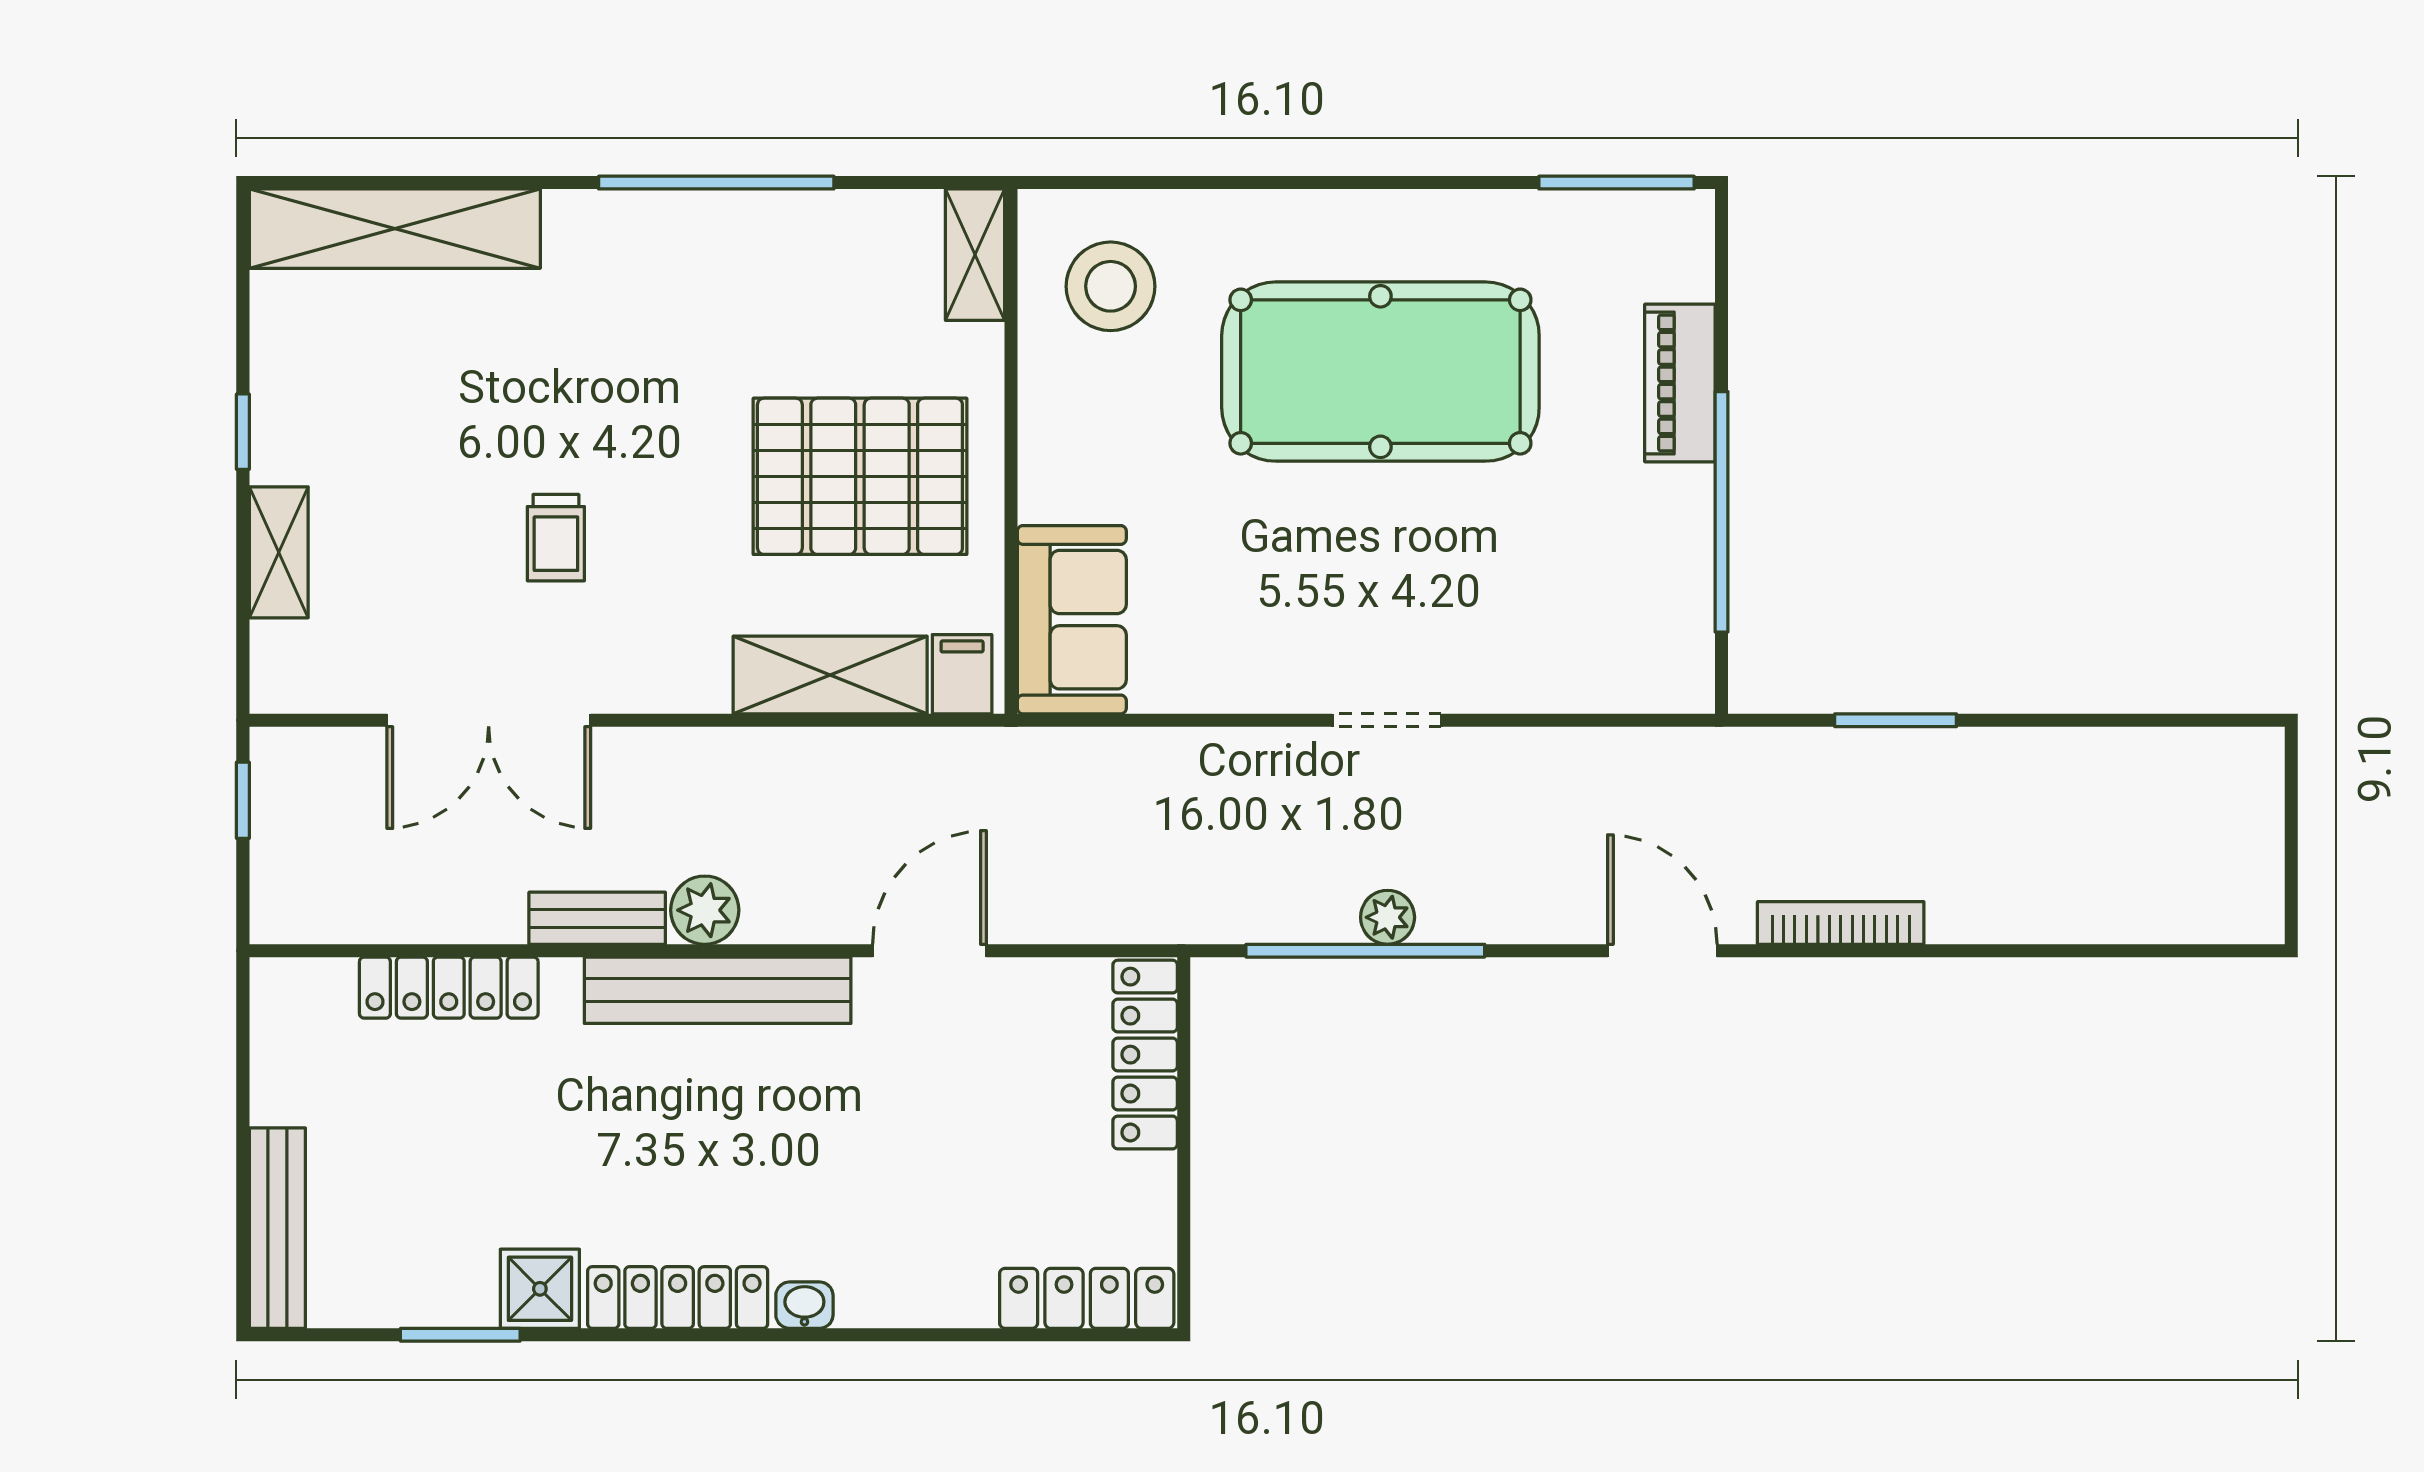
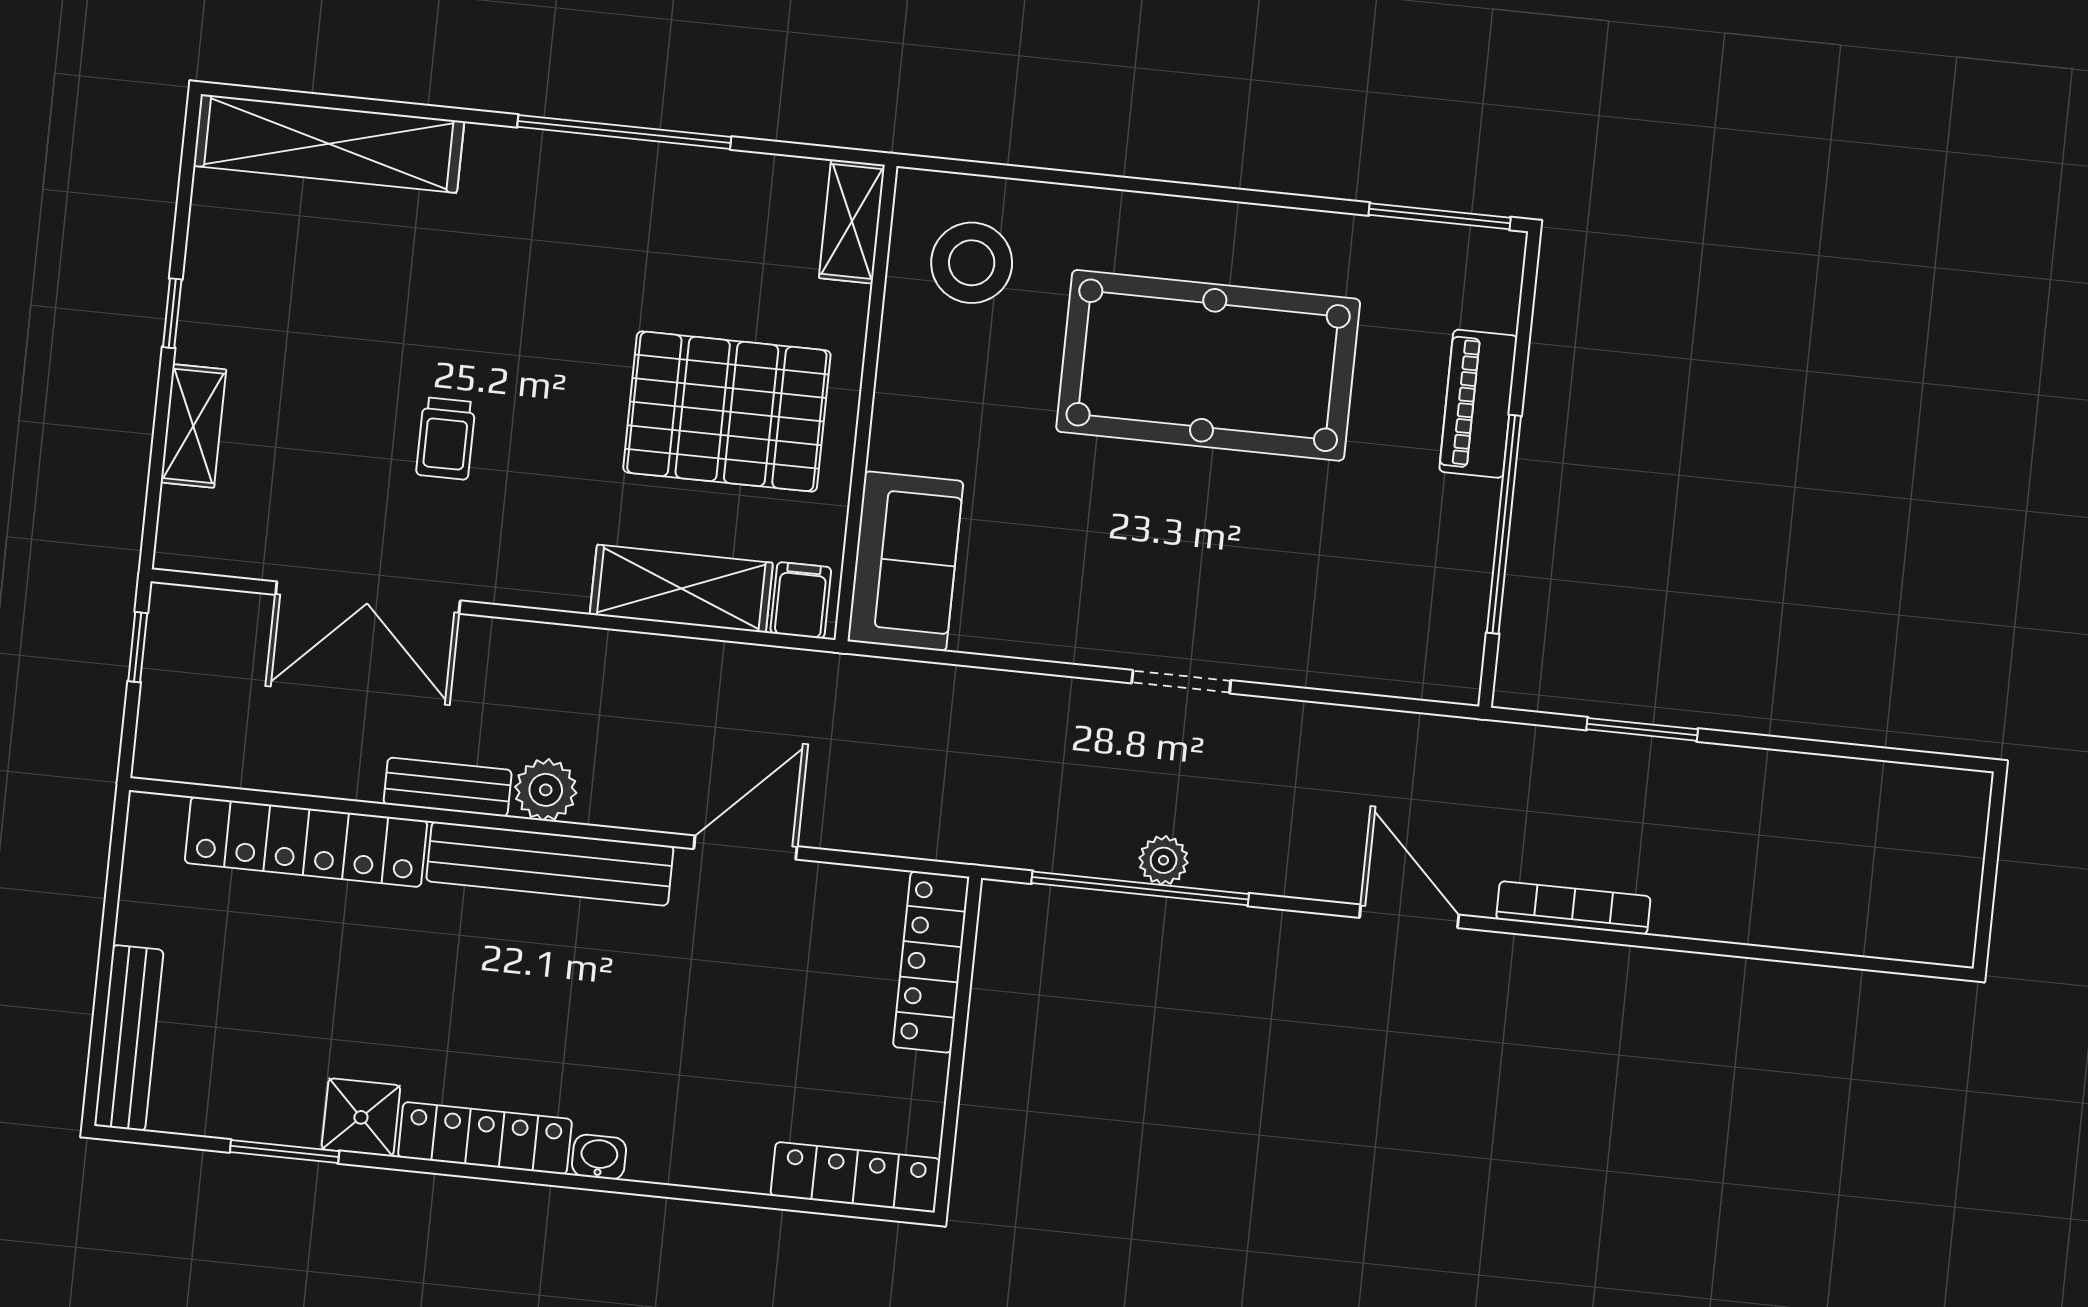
locker: (449, 988) -> (306, 842), width x1.41, depth x1.21

